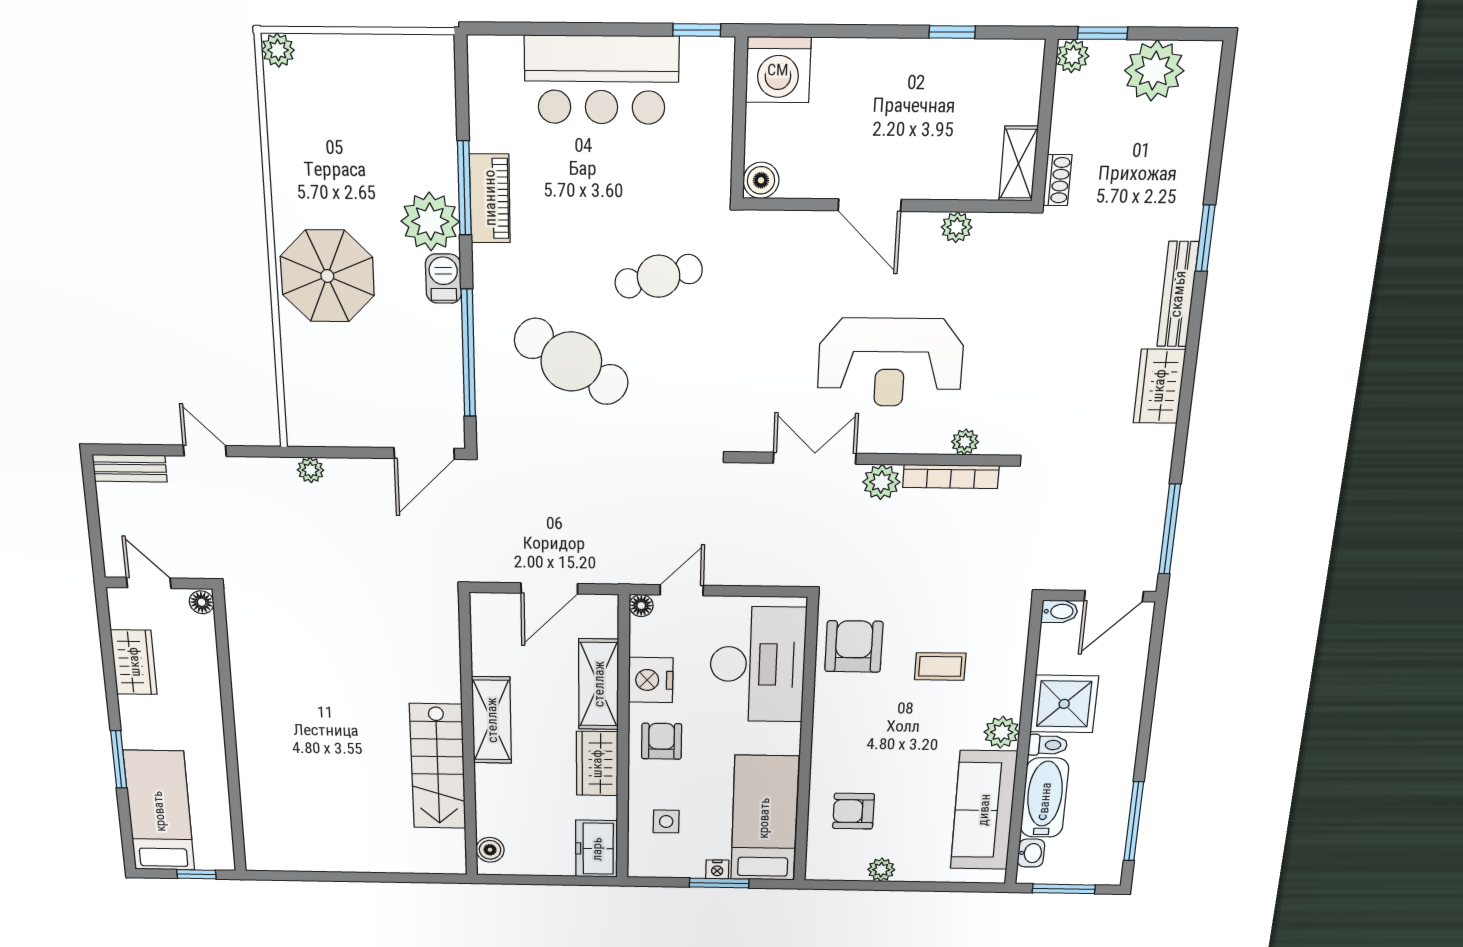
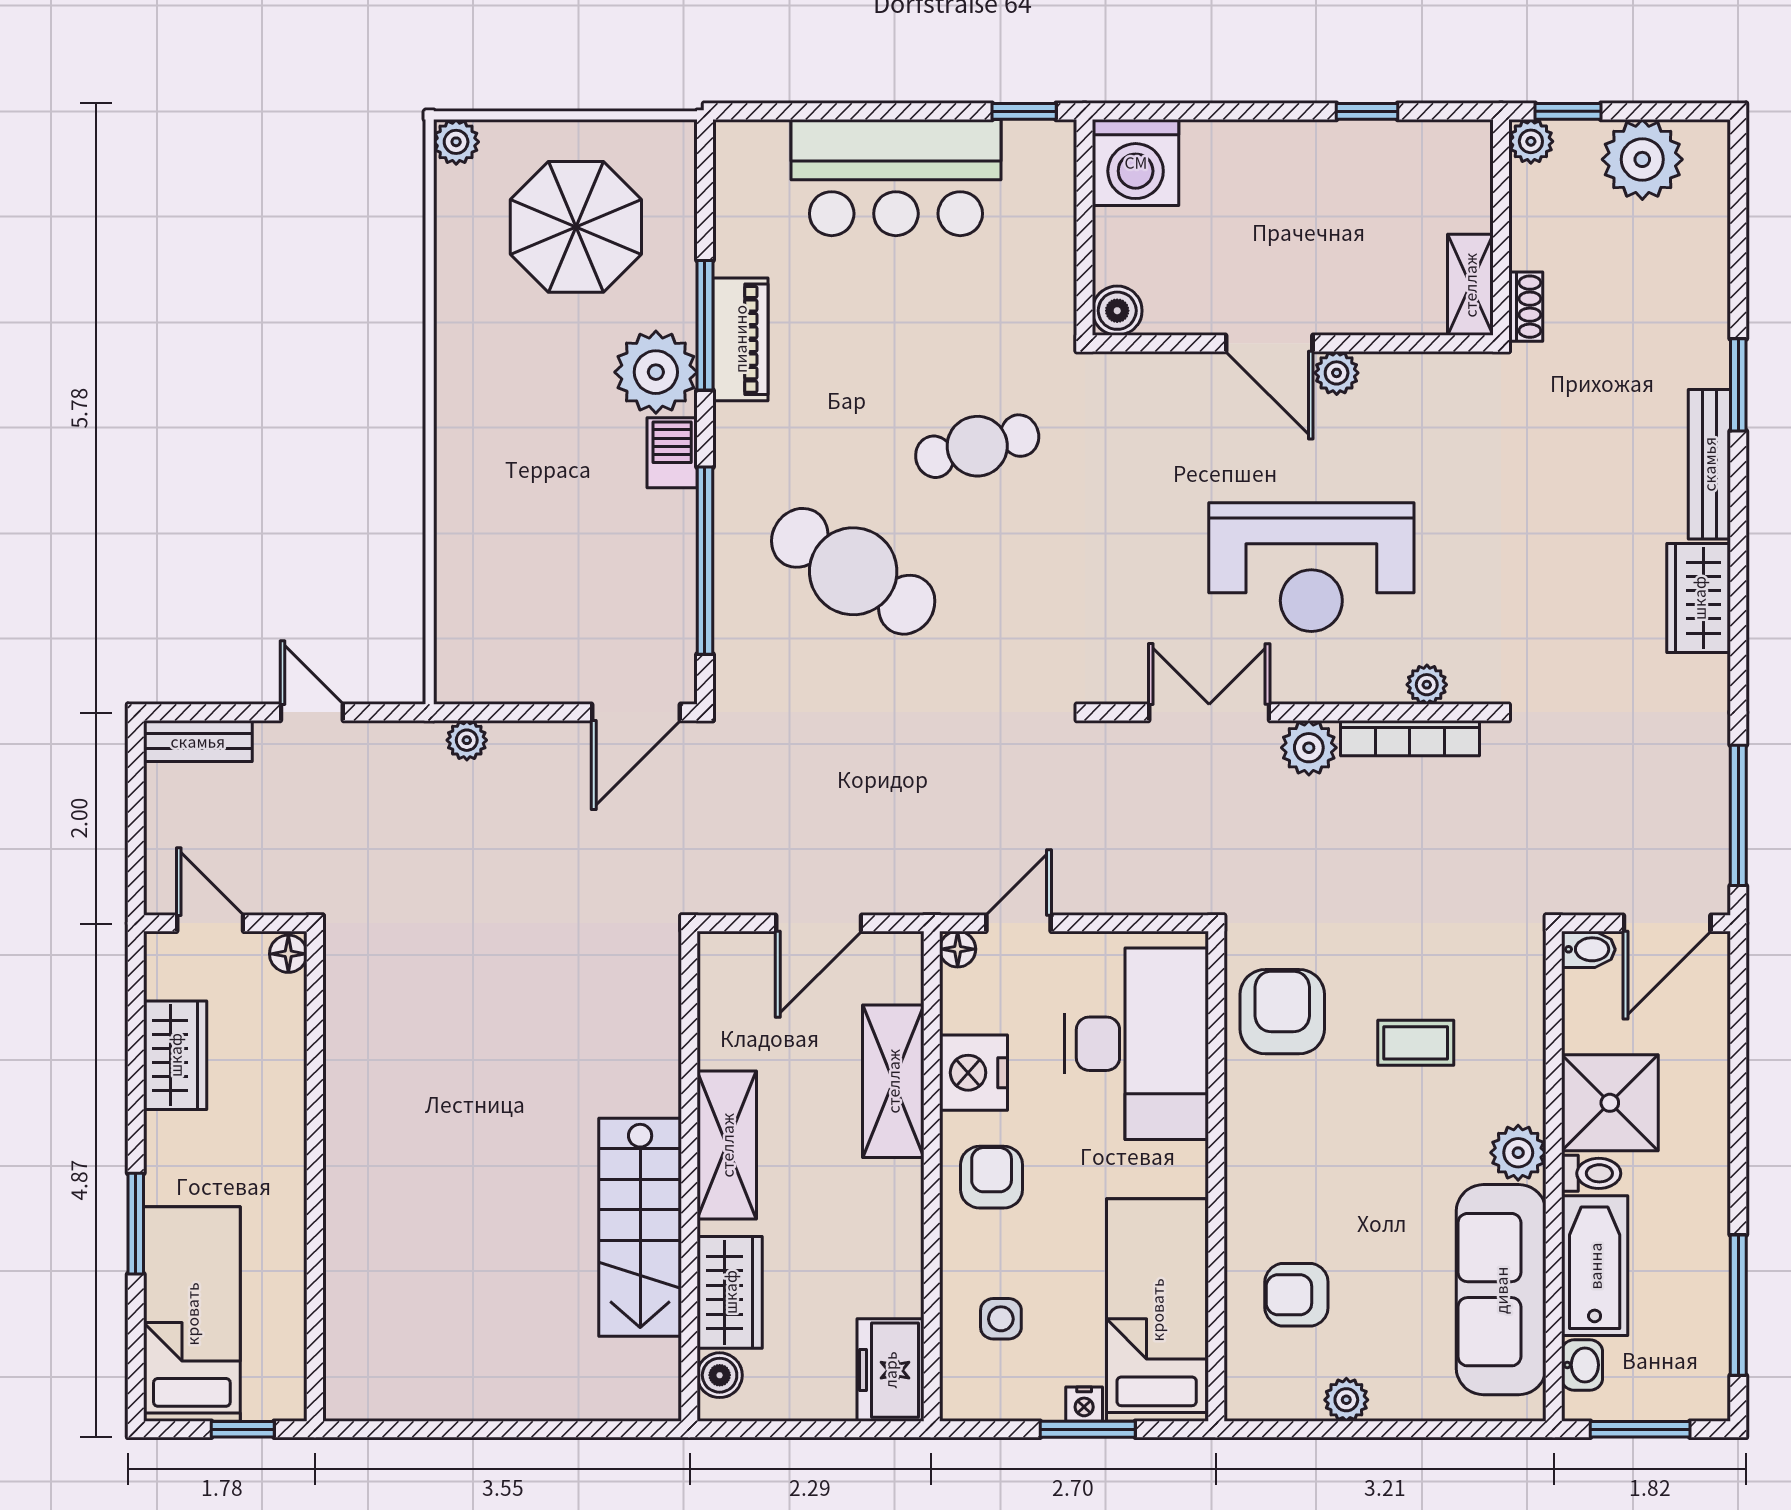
plant: (957, 227) -> (1337, 373), moved
parasol: (327, 276) -> (576, 227), moved
wardrobe: (597, 764) -> (730, 1292), moved, turned 180

